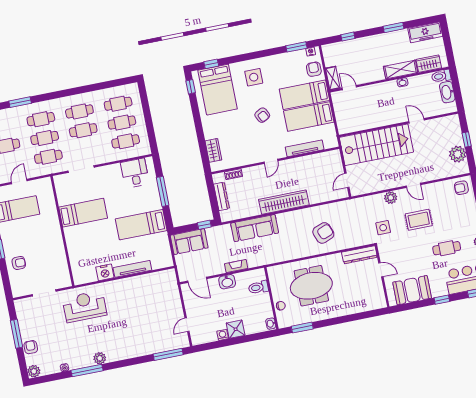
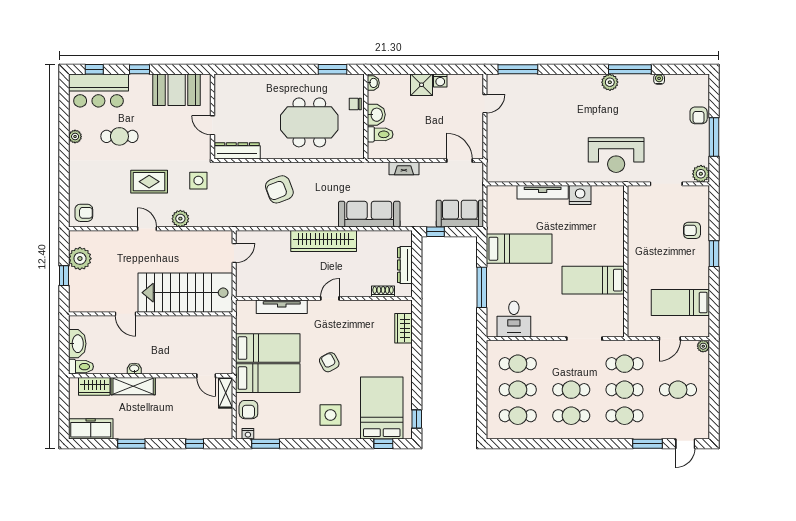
washbasin: (227, 282) -> (376, 115), moved, turned 90
plant: (34, 371) -> (701, 174), moved

